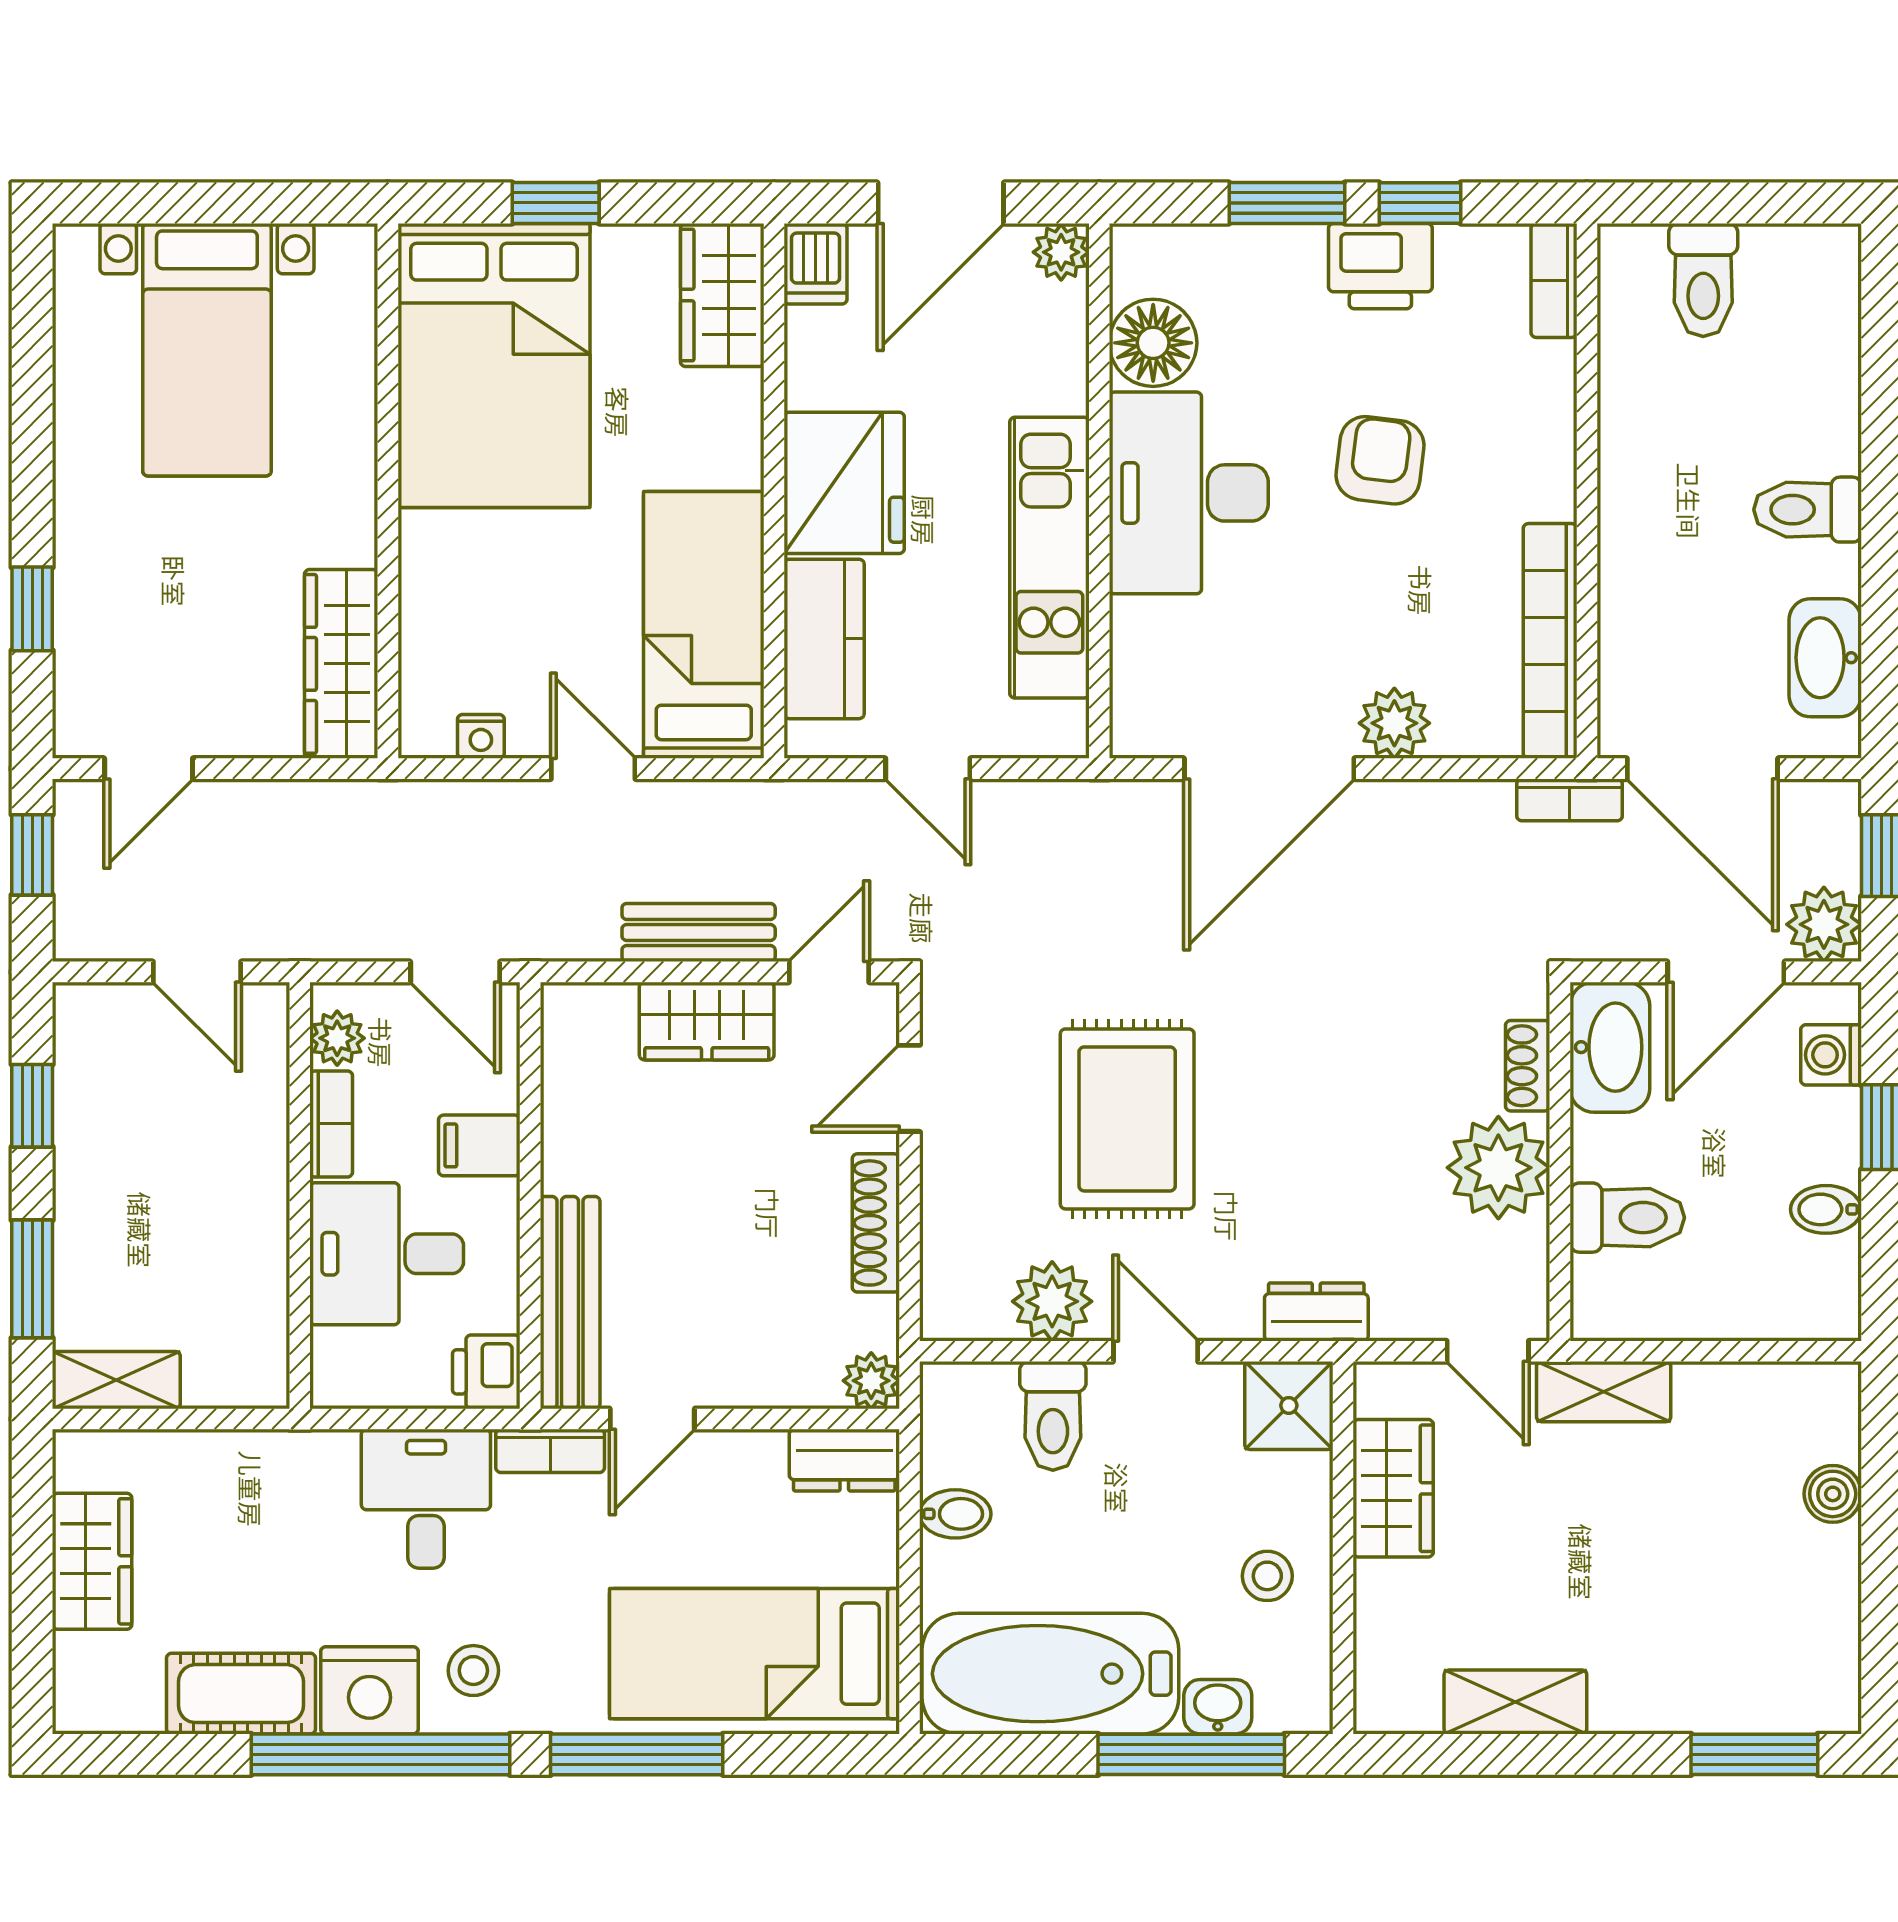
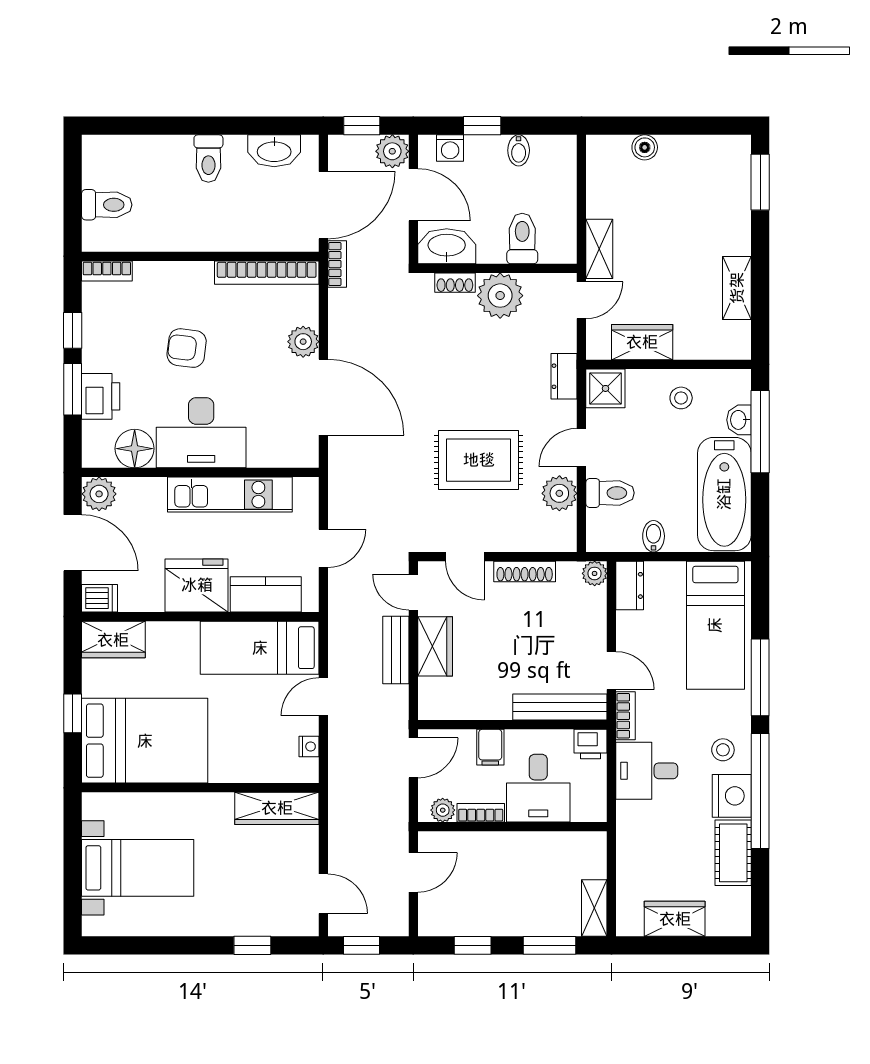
plant: (1061, 252) -> (99, 494), width x1.38, depth x1.38
printer: (1380, 266) -> (101, 396), moved

